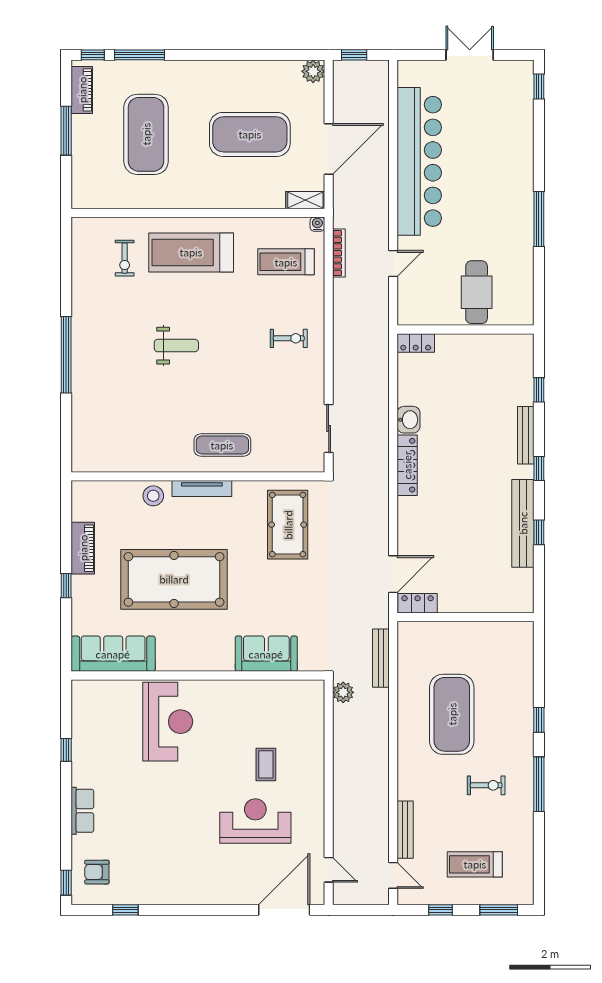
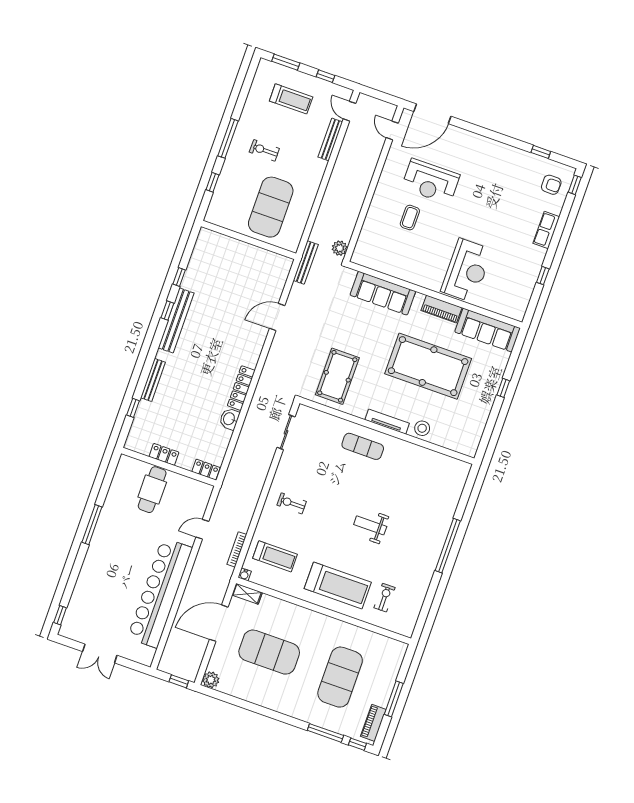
window: (539, 468) -> (179, 277), moved
piano: (83, 548) -> (441, 309), moved, turned -90
locker: (418, 603) -> (164, 454), moved, turned 180
wall: (465, 617) -> (249, 240), moved
sofa: (266, 654) -> (383, 293), width x1.36
reception desk: (168, 722) -> (467, 270), turned 180

